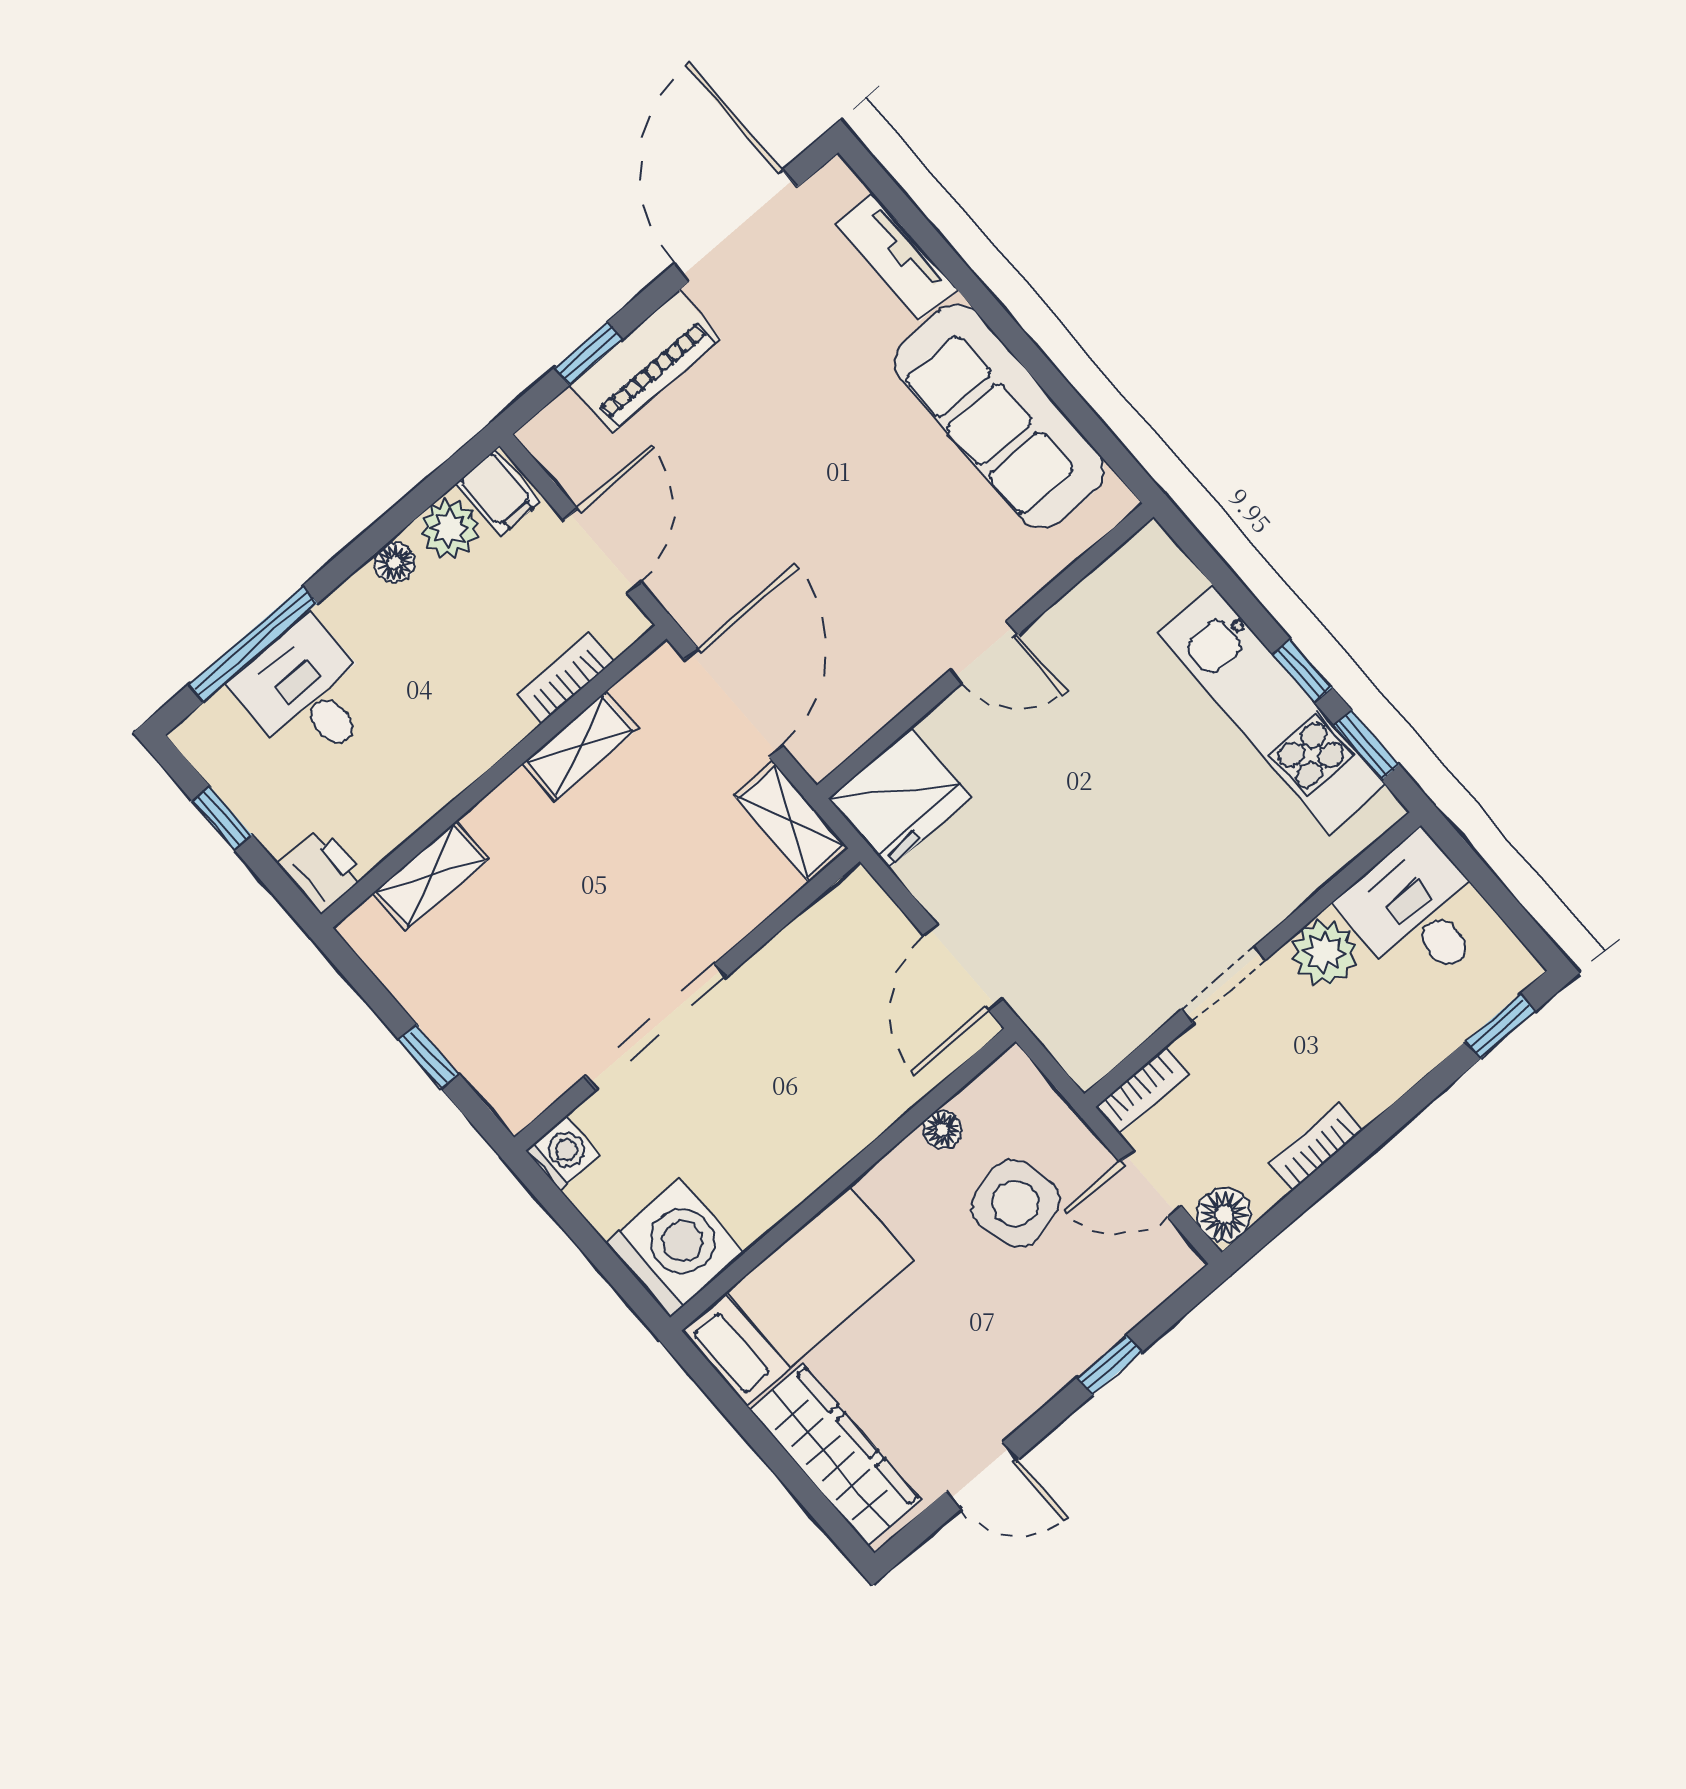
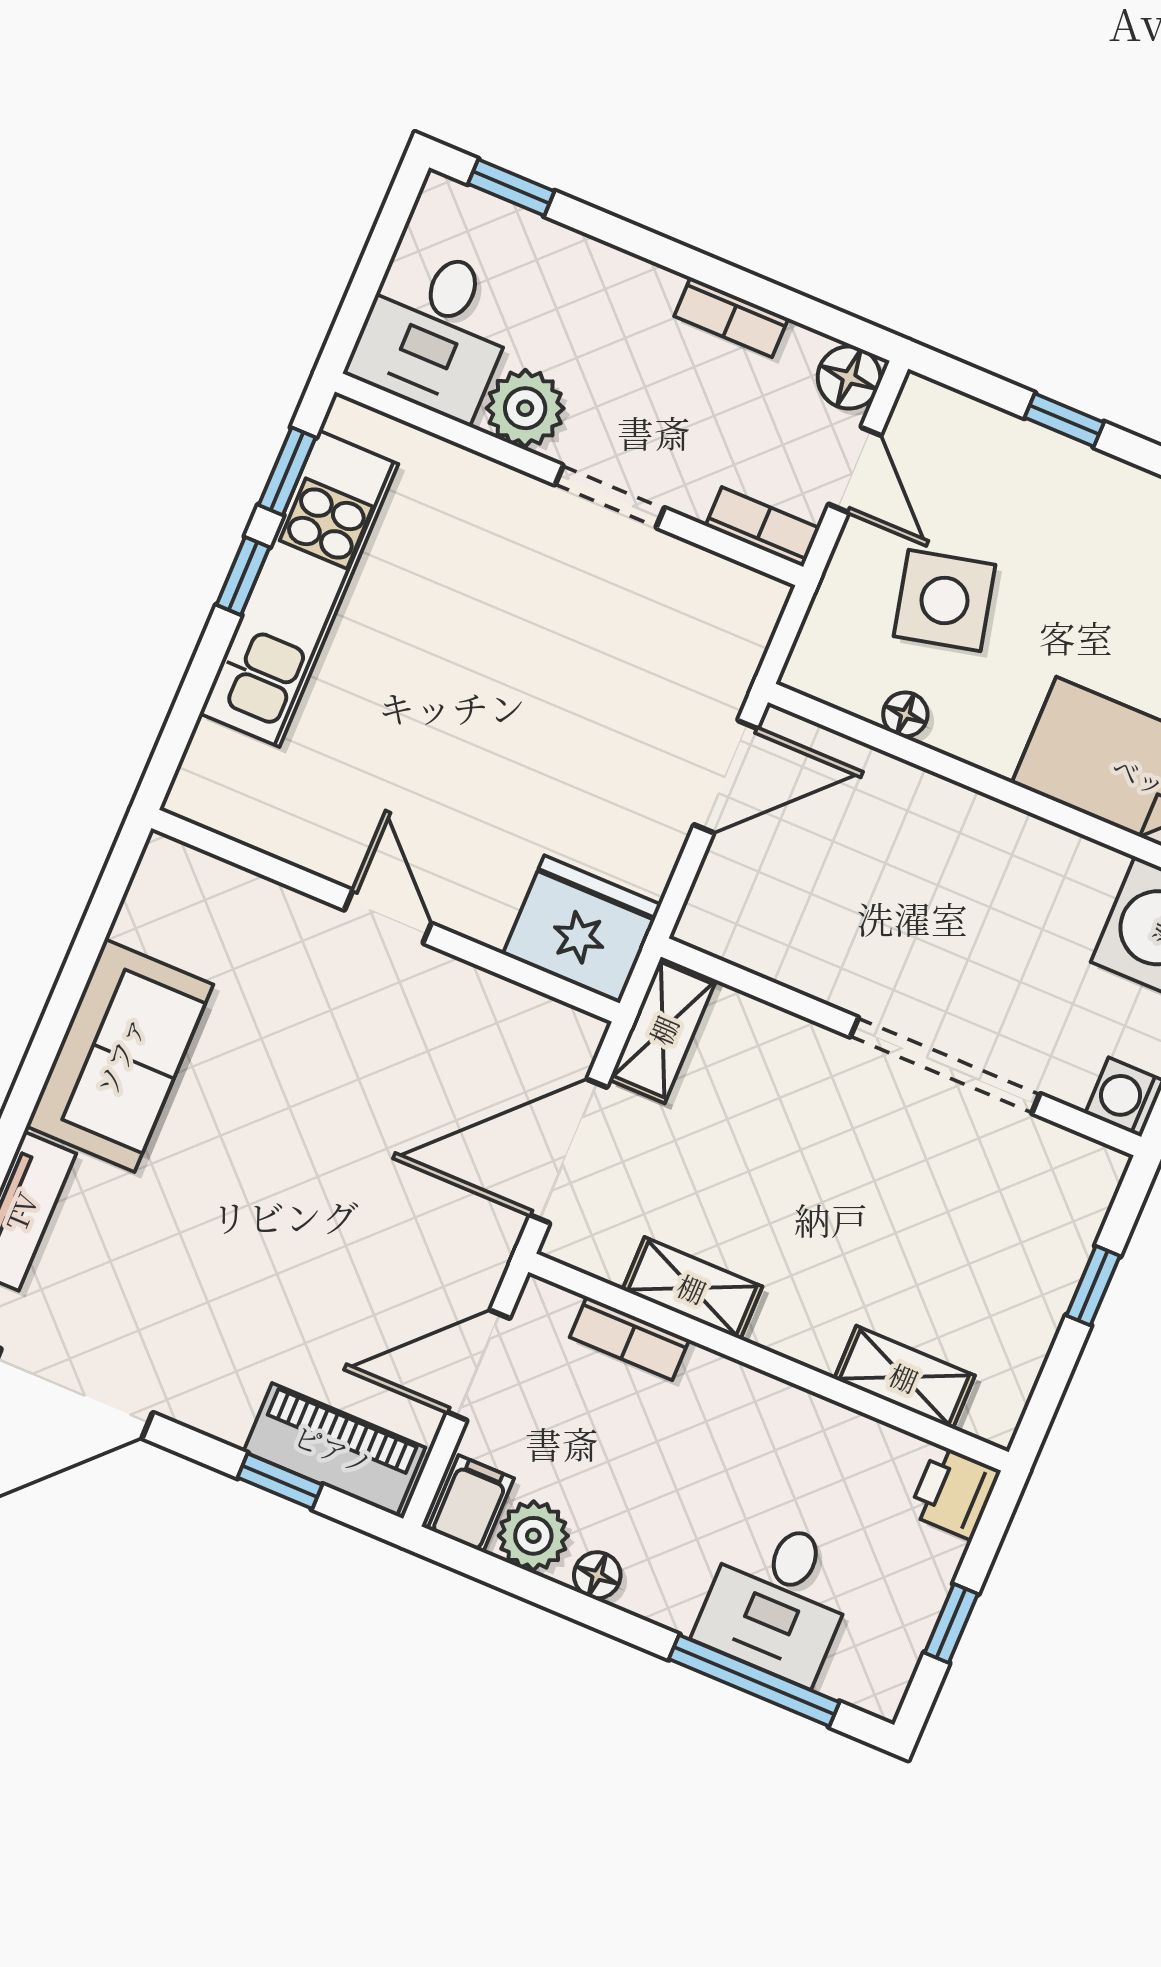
piano: (646, 361) -> (334, 1449), moved
sofa: (1000, 416) -> (120, 1055), width x0.73

